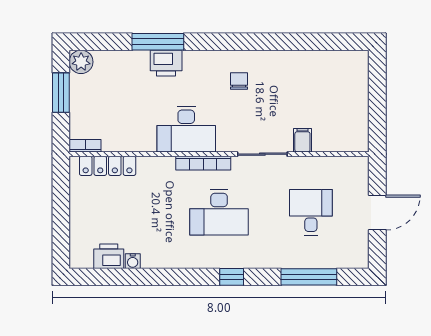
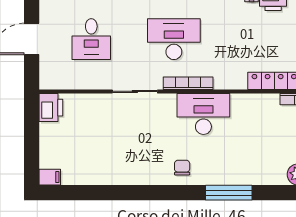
printer: (166, 63) -> (51, 108), moved, turned 90
chair: (239, 81) -> (182, 168), moved, turned 180
filing cabinet: (302, 140) -> (50, 177), moved, turned -90

